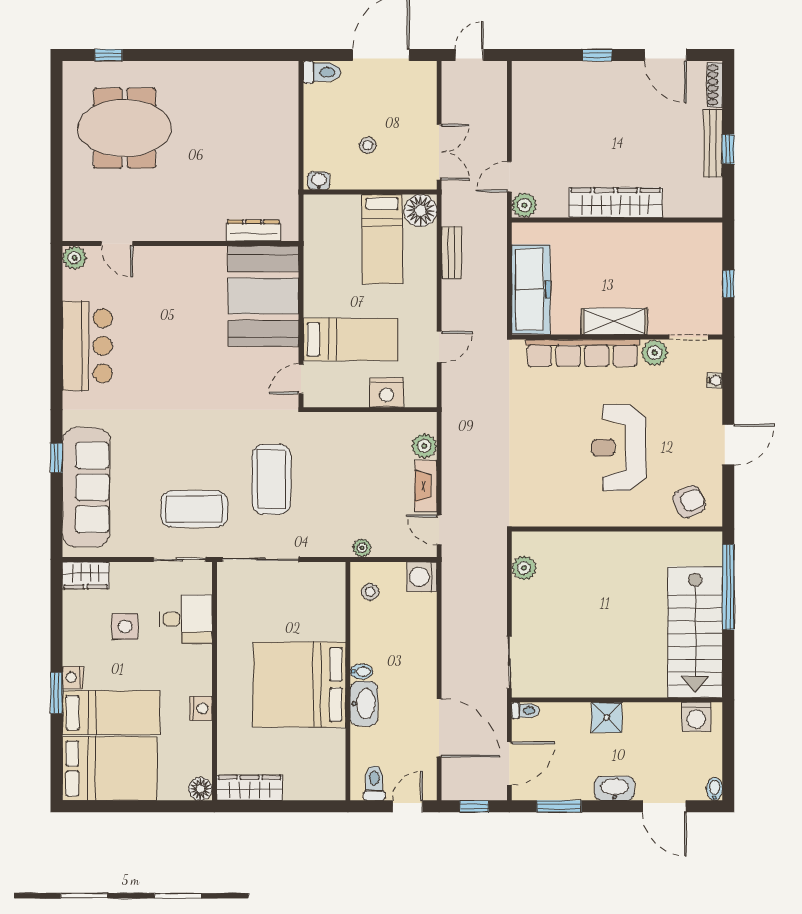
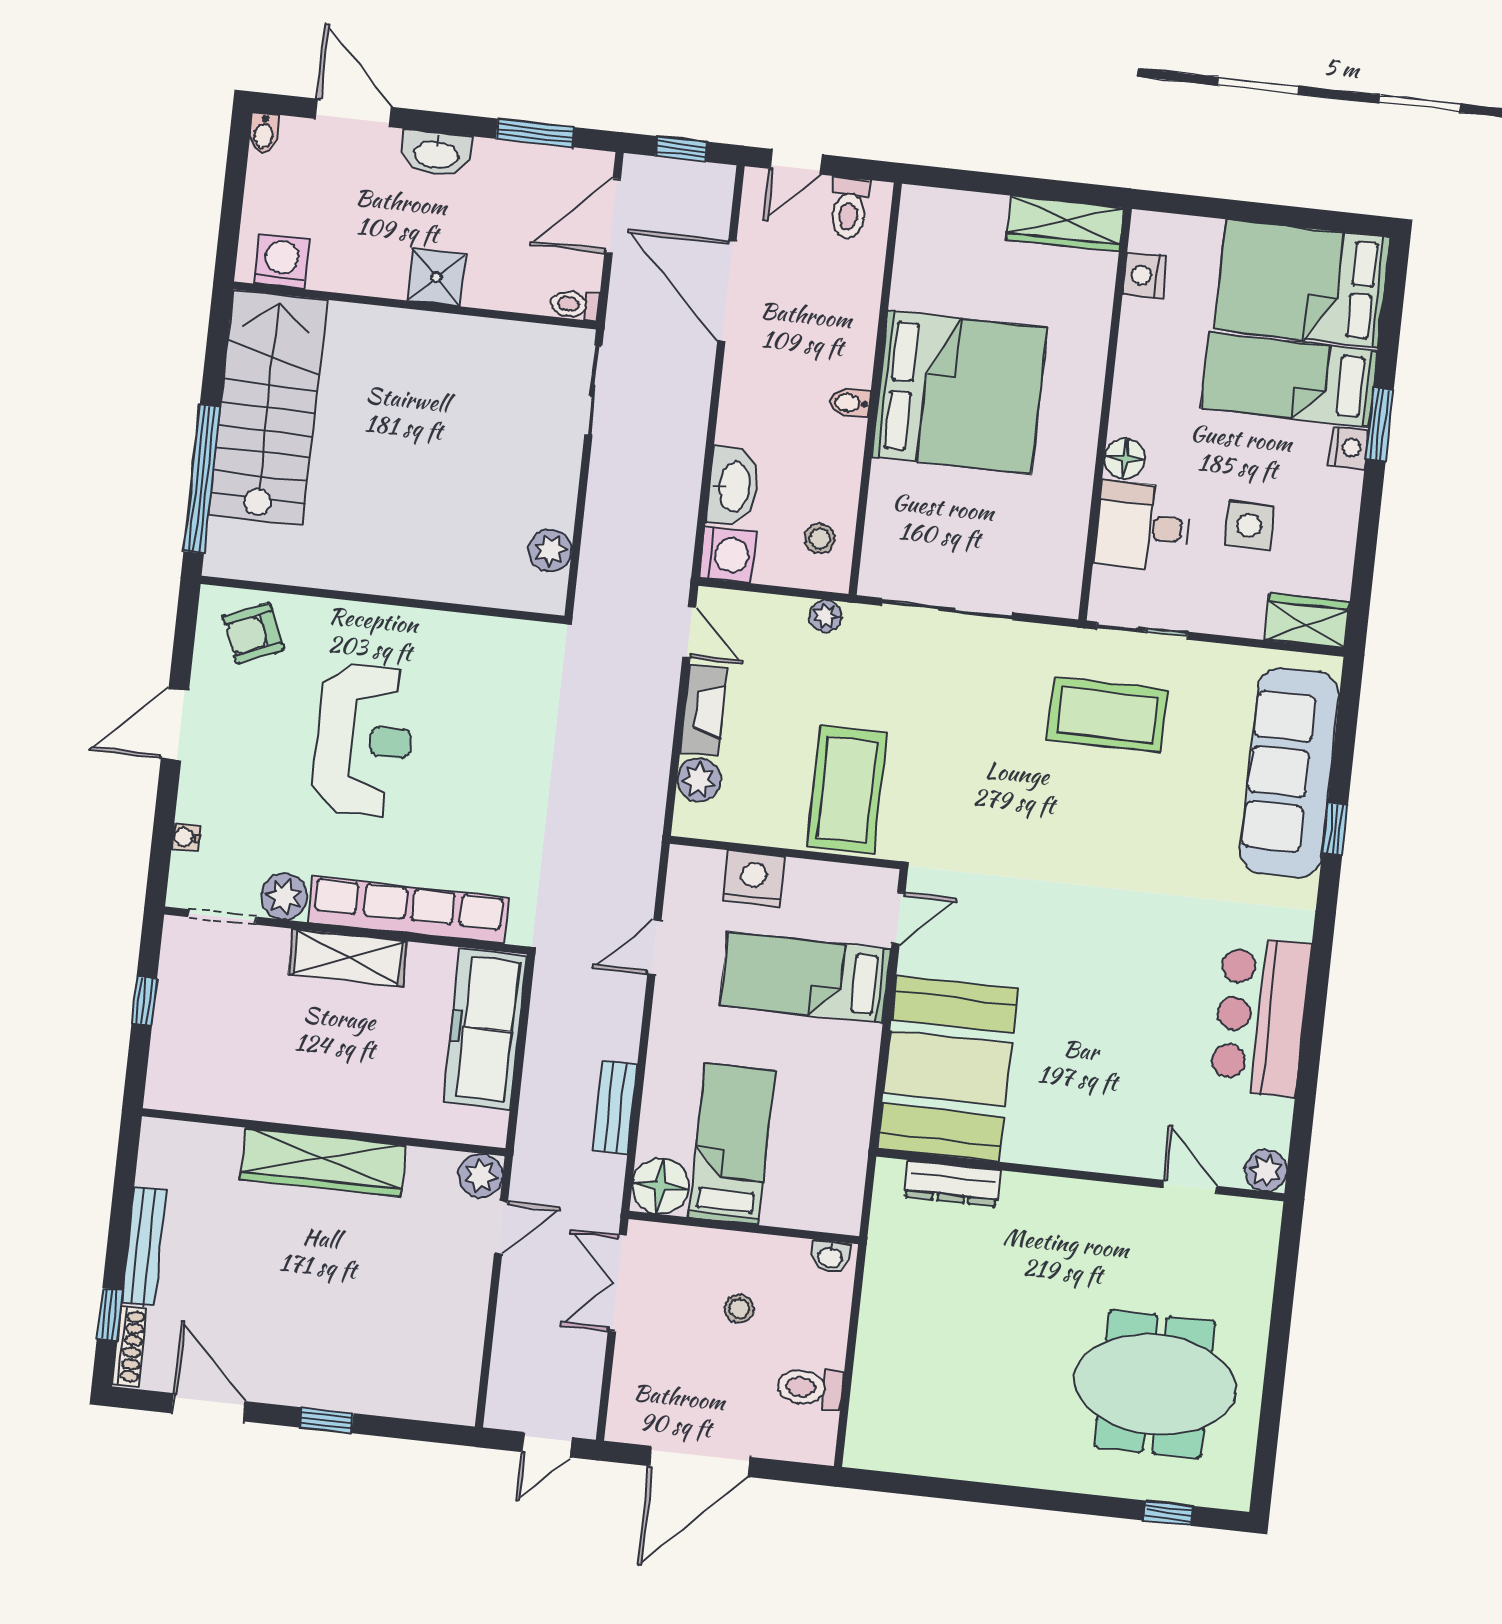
toilet: (322, 72) -> (810, 1388), moved
window: (728, 149) -> (110, 1314), moved
coffee table: (271, 479) -> (847, 789), moved
sliding door: (261, 559) -> (947, 609), moved
washbasin: (364, 704) -> (733, 486), moved, turned 180
nightstand: (201, 708) -> (1144, 275), moved
floor lamp: (201, 789) -> (1125, 458), moved

